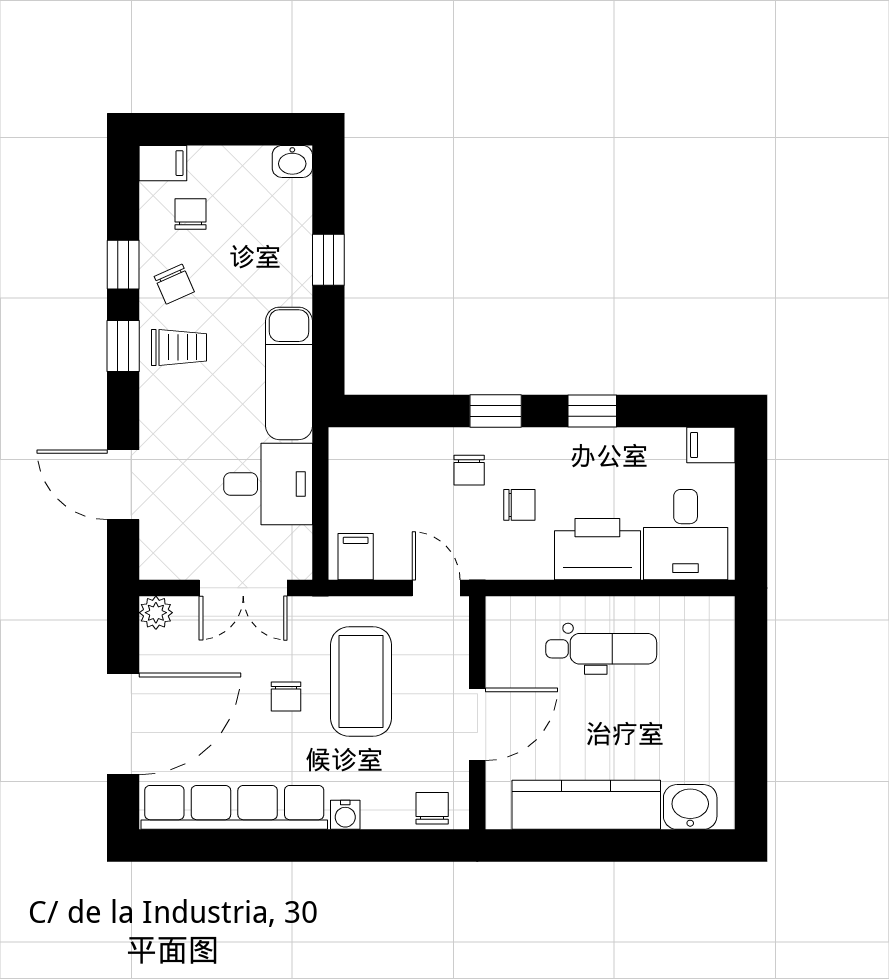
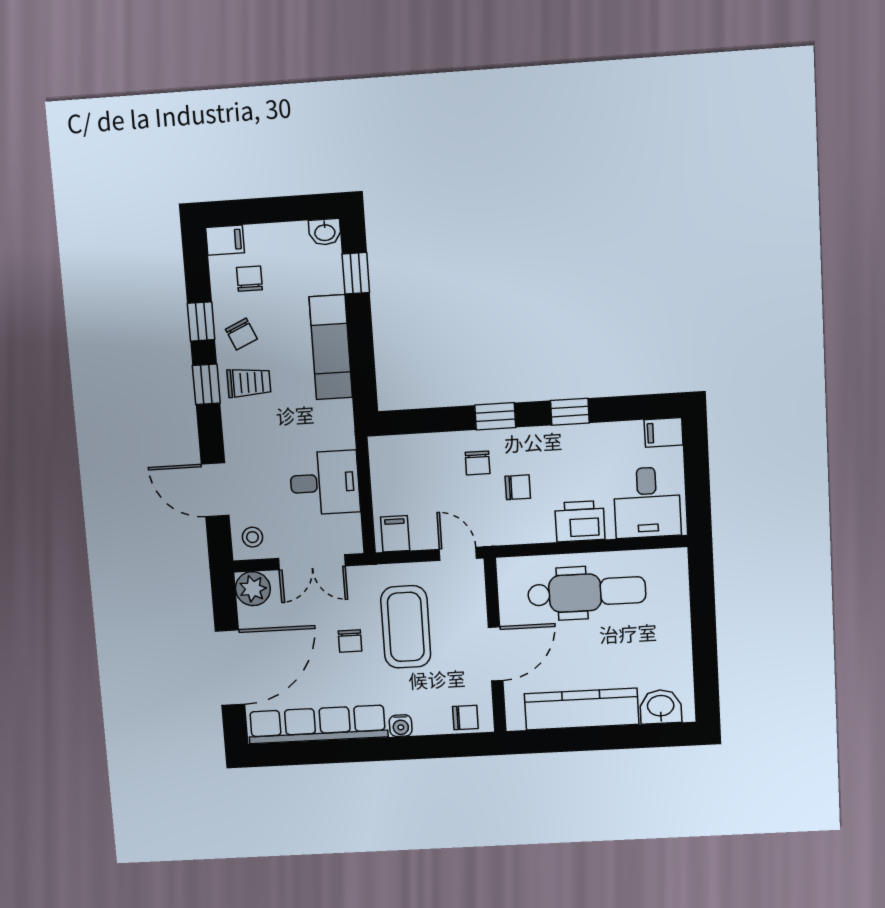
window: (328, 260) -> (356, 273), moved
exam couch: (289, 373) -> (331, 347), moved
printer: (597, 549) -> (580, 521), width x0.73, depth x0.84
stool: (167, 550) -> (252, 537), added
plant: (156, 613) -> (253, 589), width x1.38, depth x1.38
dental chair: (601, 649) -> (587, 592), width x1.36, depth x1.38
chair: (432, 808) -> (465, 718), turned 90

